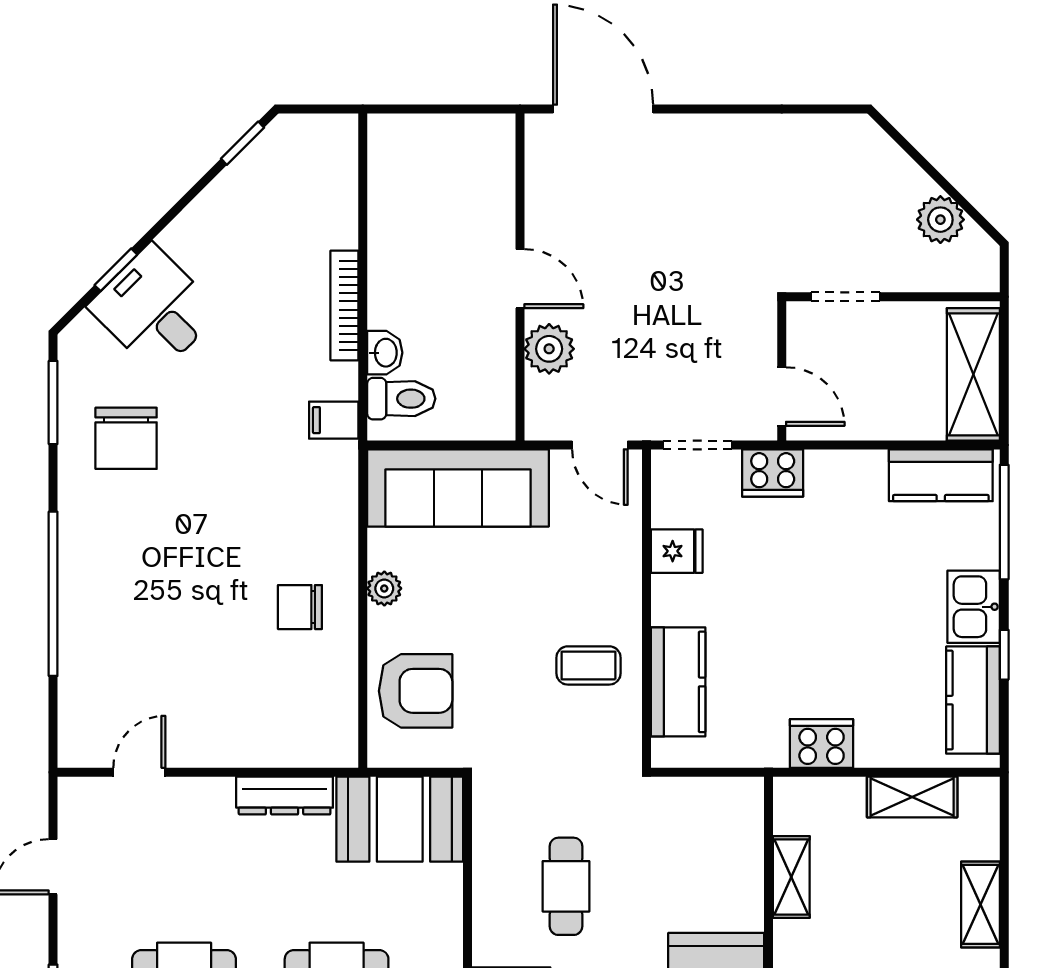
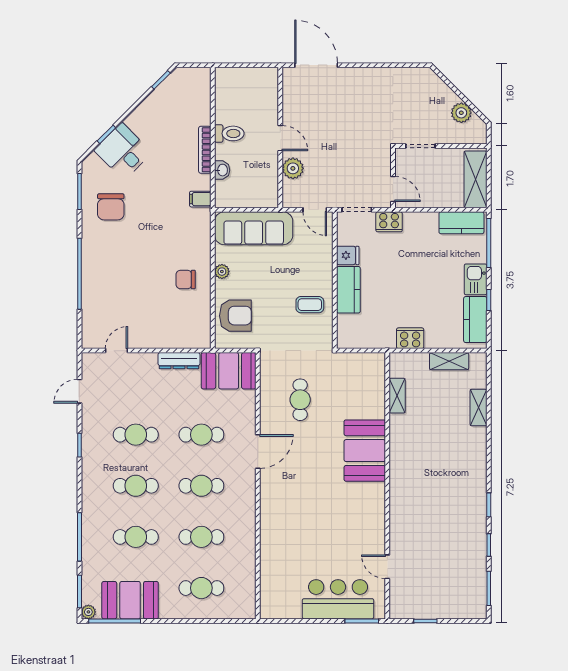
toilet: (401, 399) -> (229, 133), moved
kitchen counter: (678, 682) -> (348, 290), moved

